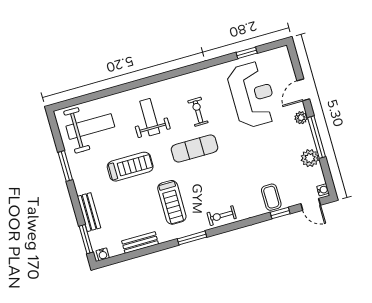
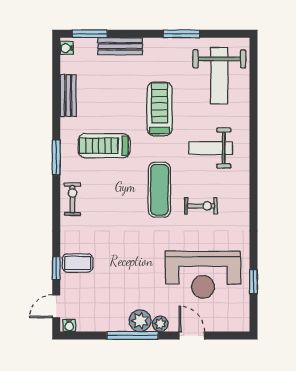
weight bench: (150, 117) -> (211, 148), turned 180
plant: (310, 158) -> (140, 321), moved
treadmill: (130, 167) -> (160, 109), turned 180

